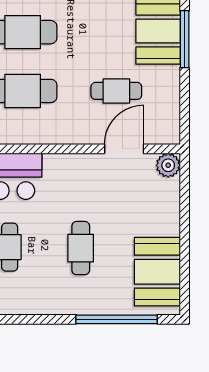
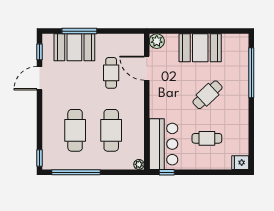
cafe table: (81, 248) -> (207, 95), turned -43
booth: (157, 272) -> (200, 48), moved

